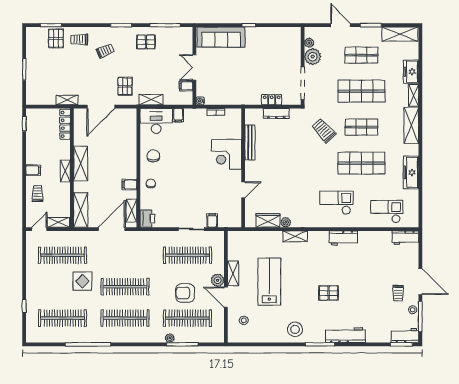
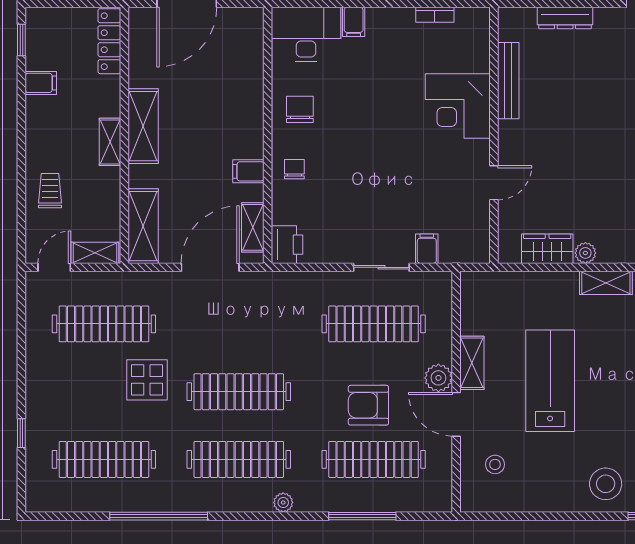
filing cabinet: (33, 170) -> (41, 83), moved
plant: (170, 338) -> (283, 503), moved

